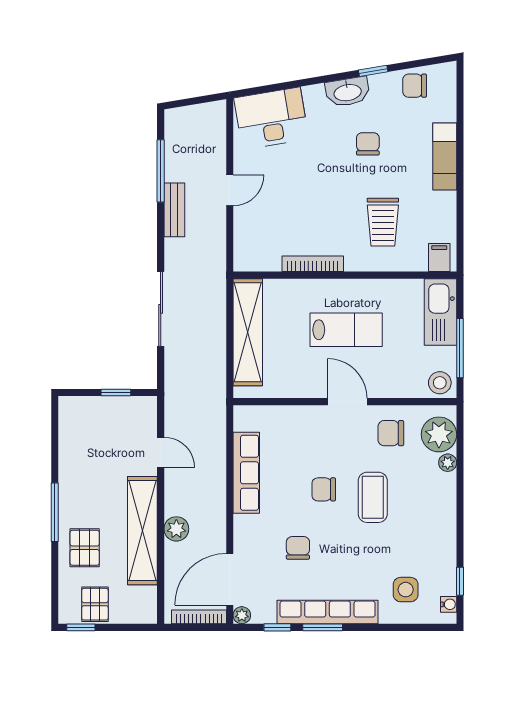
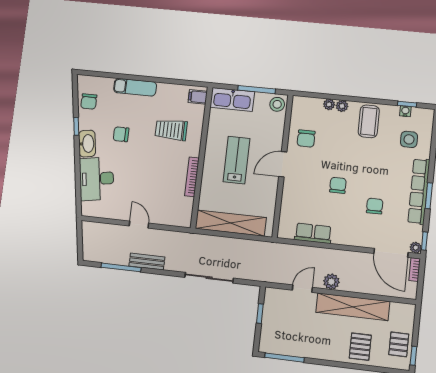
desk: (271, 118) -> (97, 179), moved
trolley: (383, 222) -> (171, 130), turned 180
plant: (439, 434) -> (342, 106), moved, width x0.53, depth x0.53
row of seats: (246, 473) -> (313, 233), width x0.68
chair: (324, 489) -> (338, 185), turned 180
coffee table: (373, 497) -> (369, 121), moved, turned 90
window: (55, 512) -> (284, 358), moved
plant: (176, 529) -> (331, 282), moved
pallet: (85, 548) -> (360, 347), turned 90
chair: (298, 548) -> (375, 206), turned 90
pallet: (95, 604) -> (399, 344), turned 90
water cooler: (449, 604) -> (405, 111), moved
bookcase: (199, 617) -> (415, 270), width x0.64
window: (277, 627) -> (424, 241), moved

